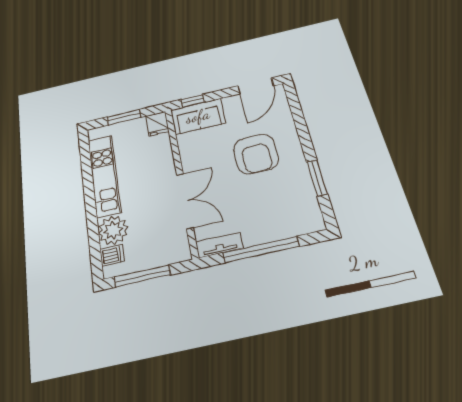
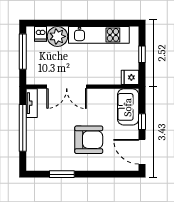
window: (193, 101) -> (142, 122), moved
window: (124, 117) -> (142, 54), width x0.67
armchair: (256, 154) -> (89, 140), turned 180

